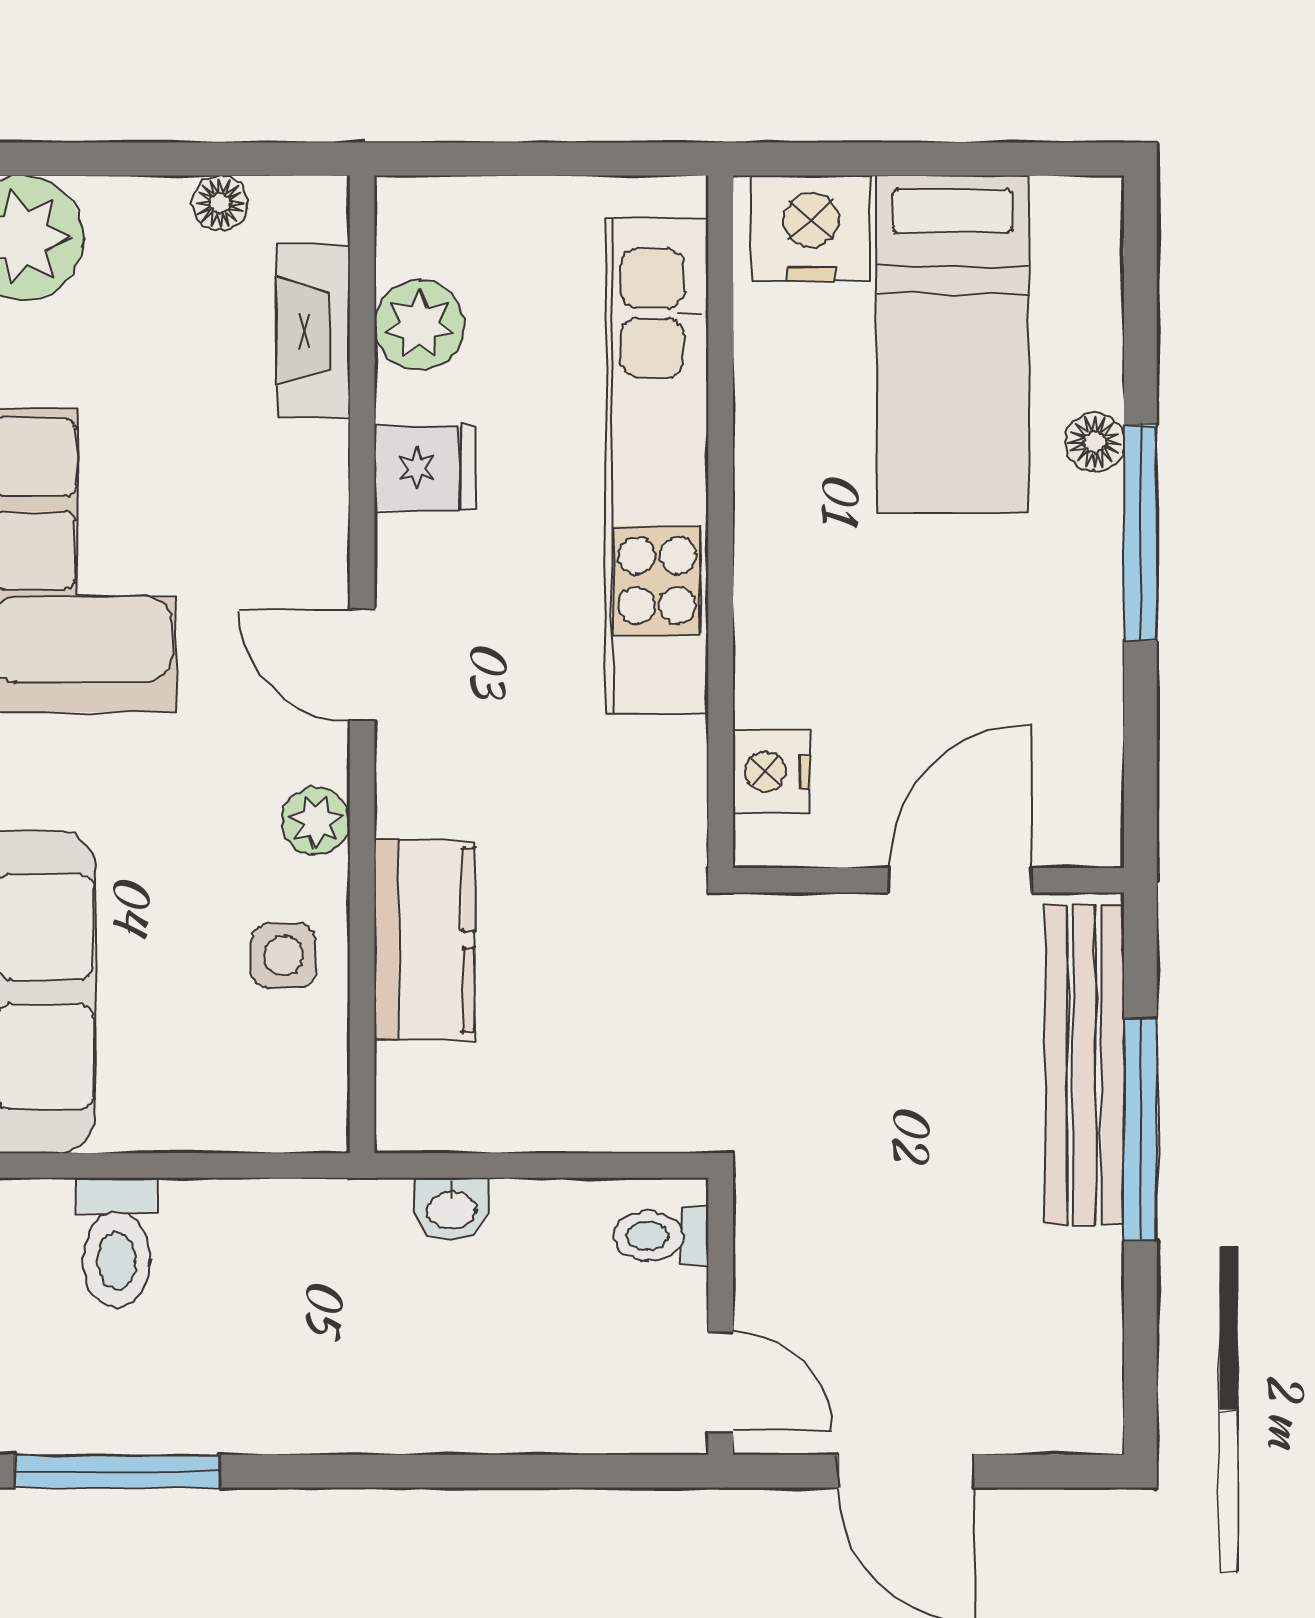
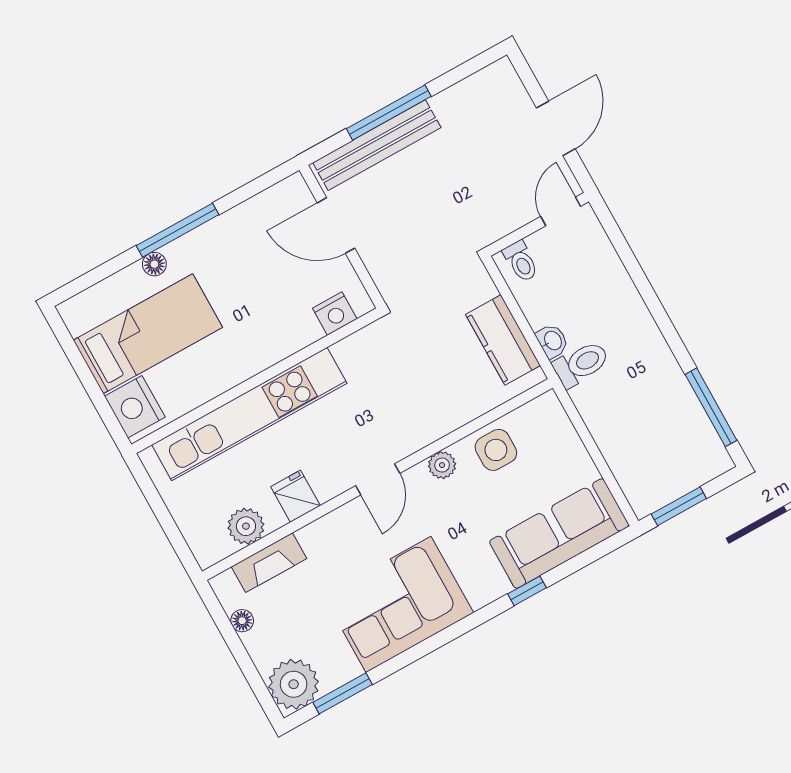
kitchen counter: (424, 940) -> (503, 340), moved, turned -90
side table: (284, 956) -> (496, 450), width x1.37, depth x1.37
toilet: (117, 1243) -> (581, 364), moved

